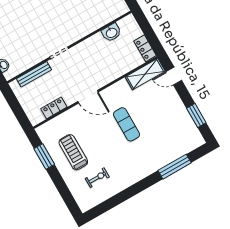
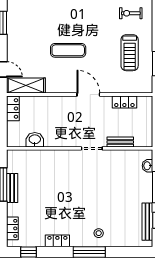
bench: (34, 74) -> (120, 142), width x0.73
exercise mat: (126, 124) -> (68, 50), turned 90
exercise bike: (97, 178) -> (131, 13), moved

